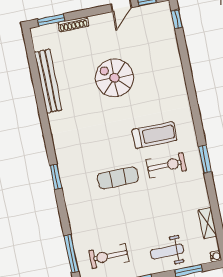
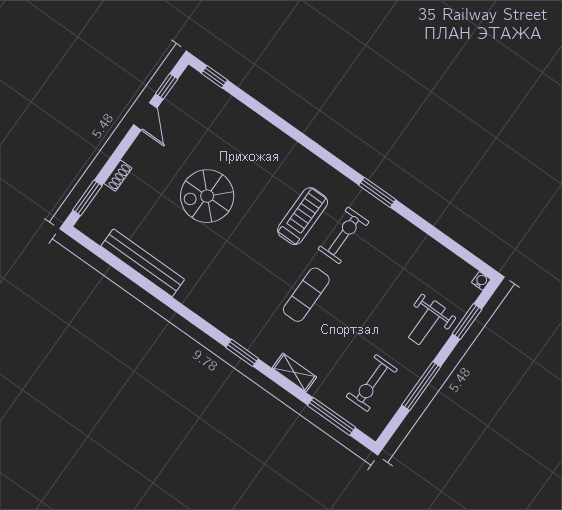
shoe rack: (73, 24) -> (118, 176), width x0.70
shelving: (207, 223) -> (294, 373), moved

